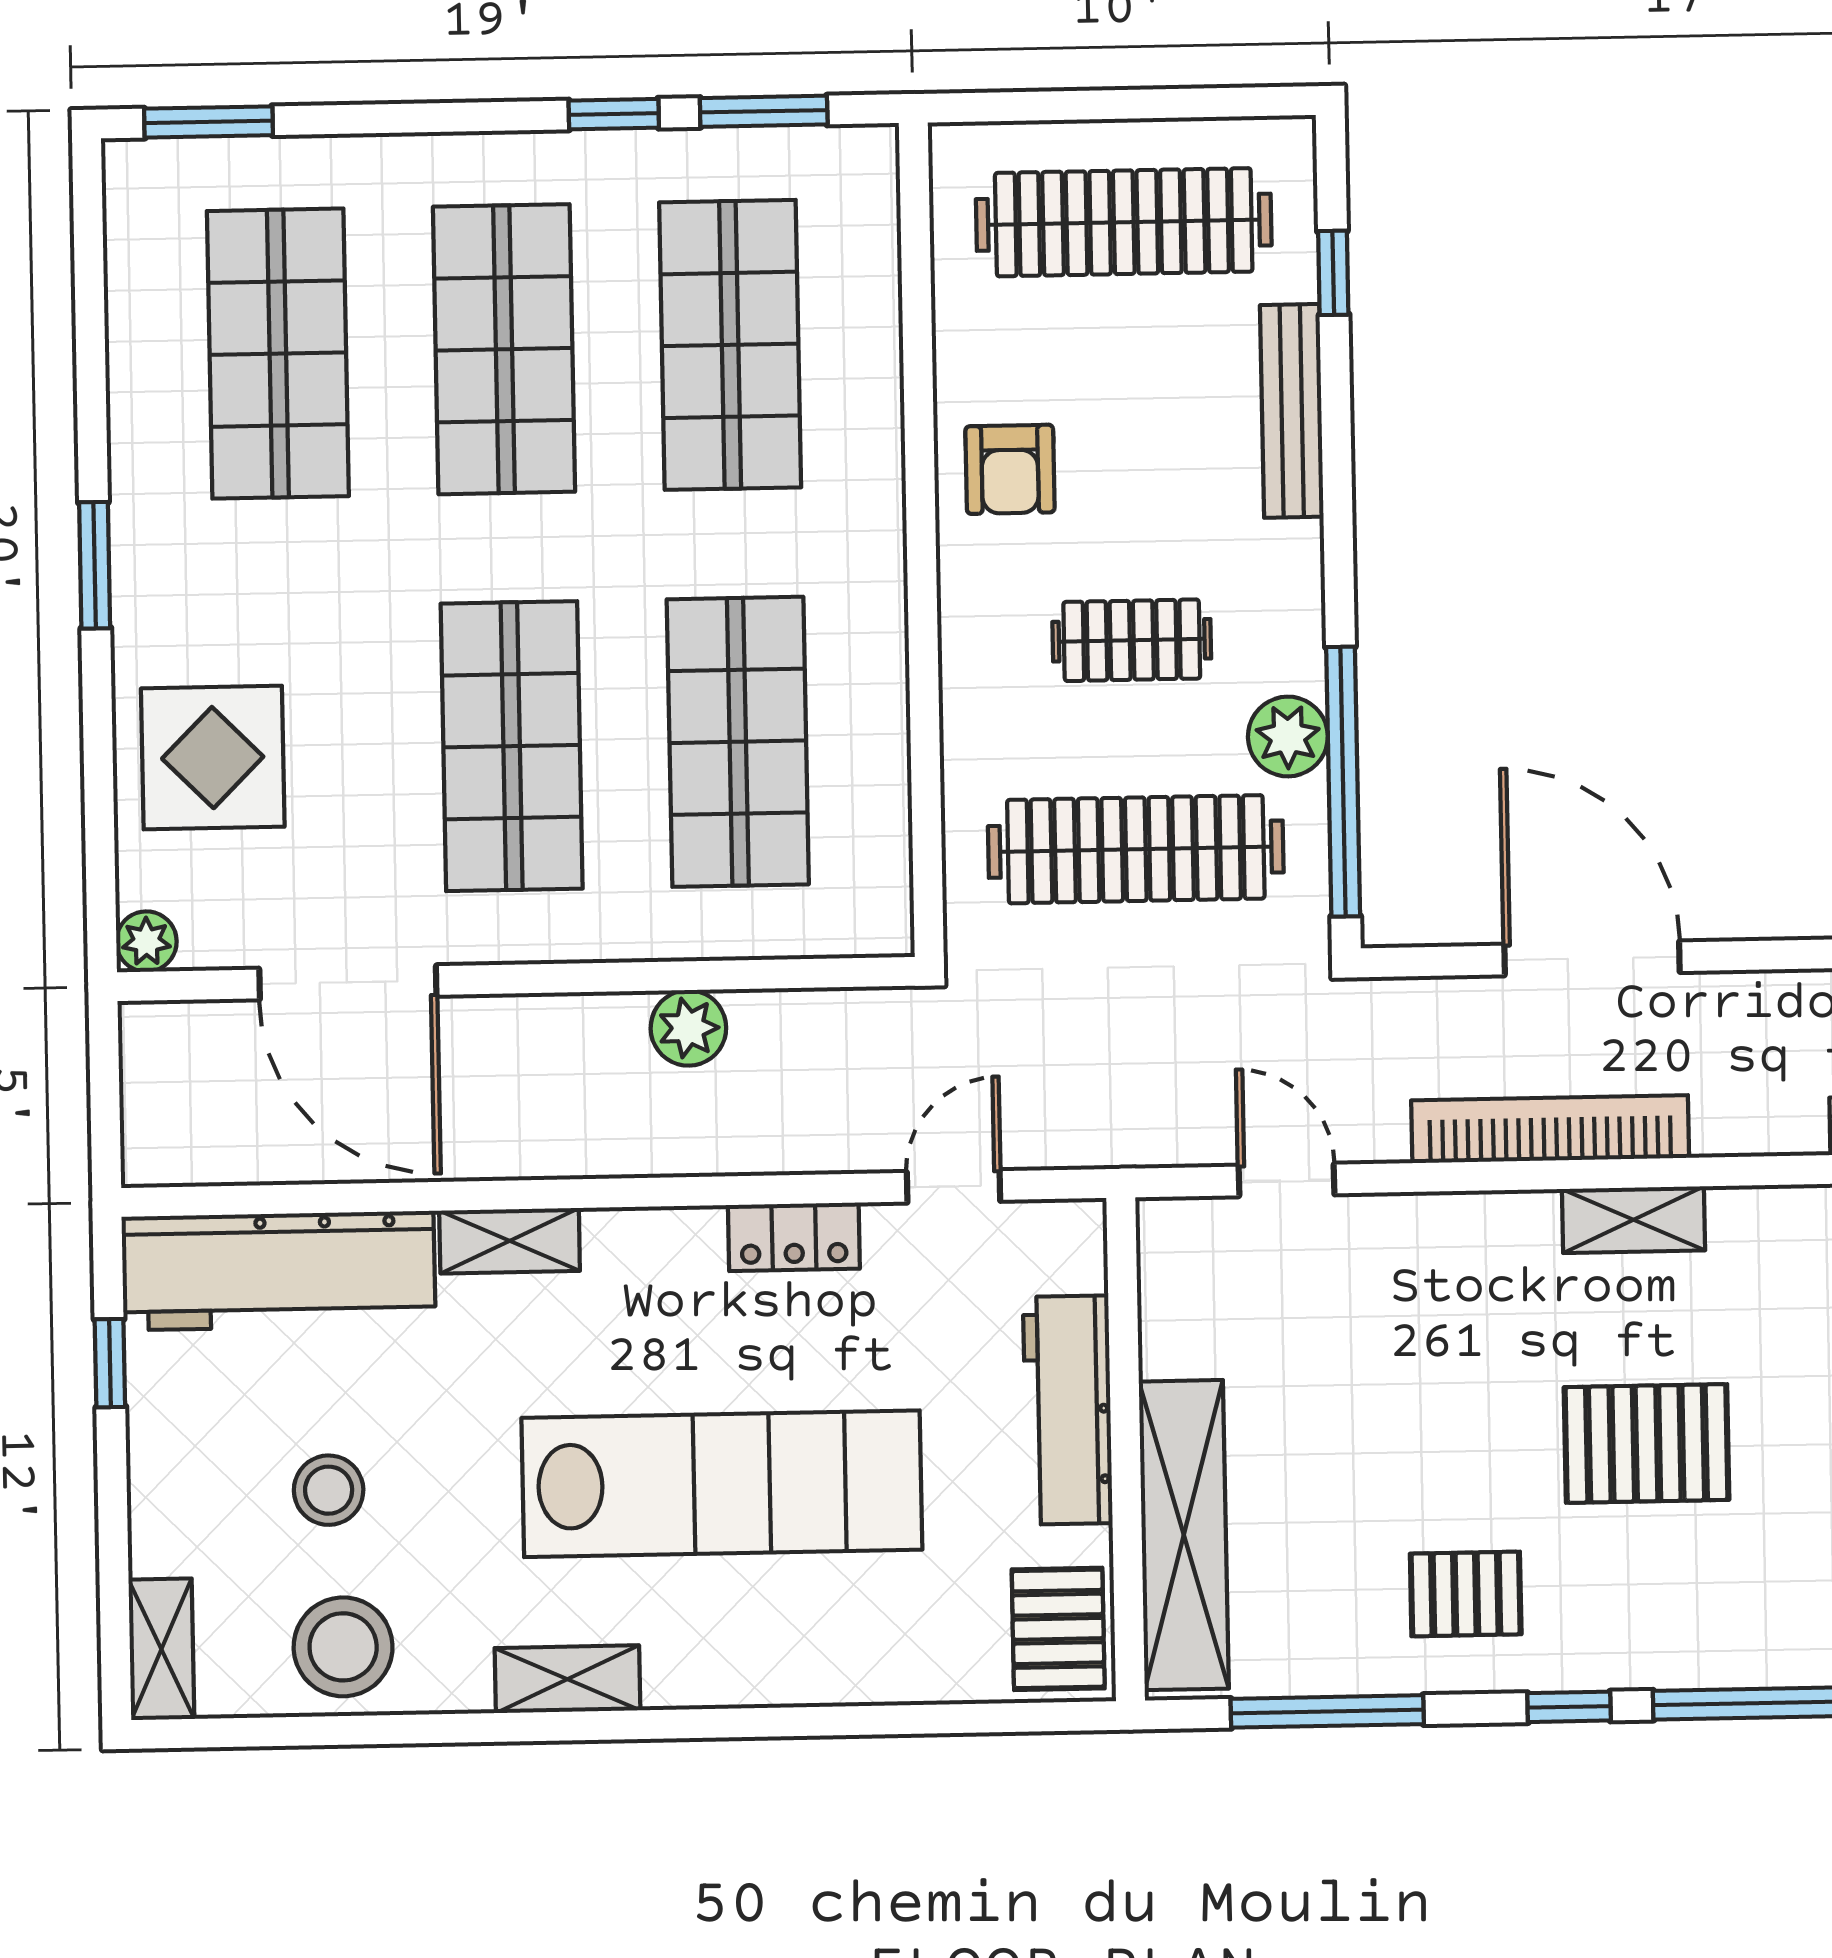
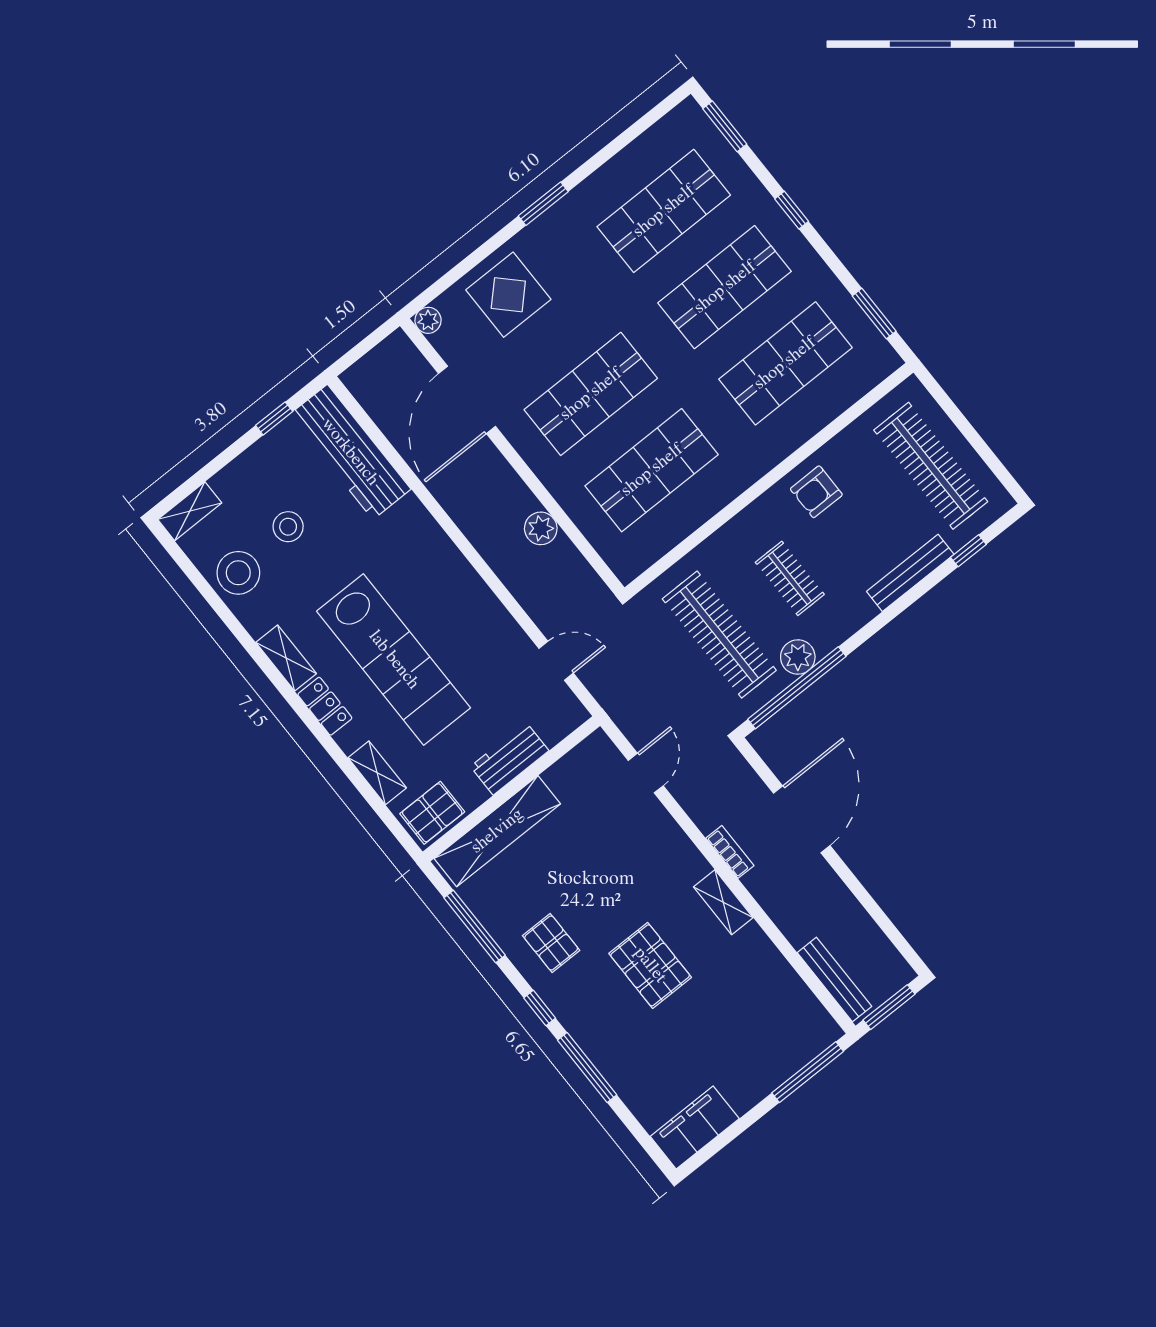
window: (614, 114) -> (792, 210), moved
bookcase: (1550, 1129) -> (730, 852), width x0.43, depth x0.76
locker: (794, 1237) -> (325, 706), moved, turned 180
shelving: (510, 1241) -> (377, 773), moved
workbench: (1068, 1410) -> (510, 759), width x0.73

